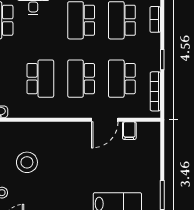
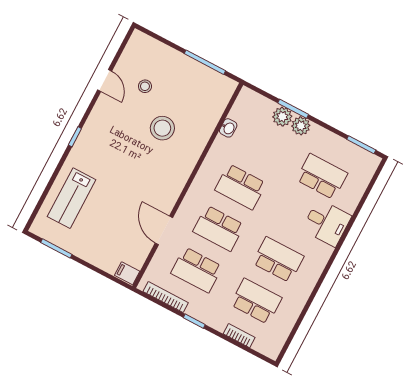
school desk: (81, 79) -> (219, 228), turned 180
school desk: (122, 79) -> (197, 270), turned 180
filing cabinet: (129, 131) -> (127, 273), moved

